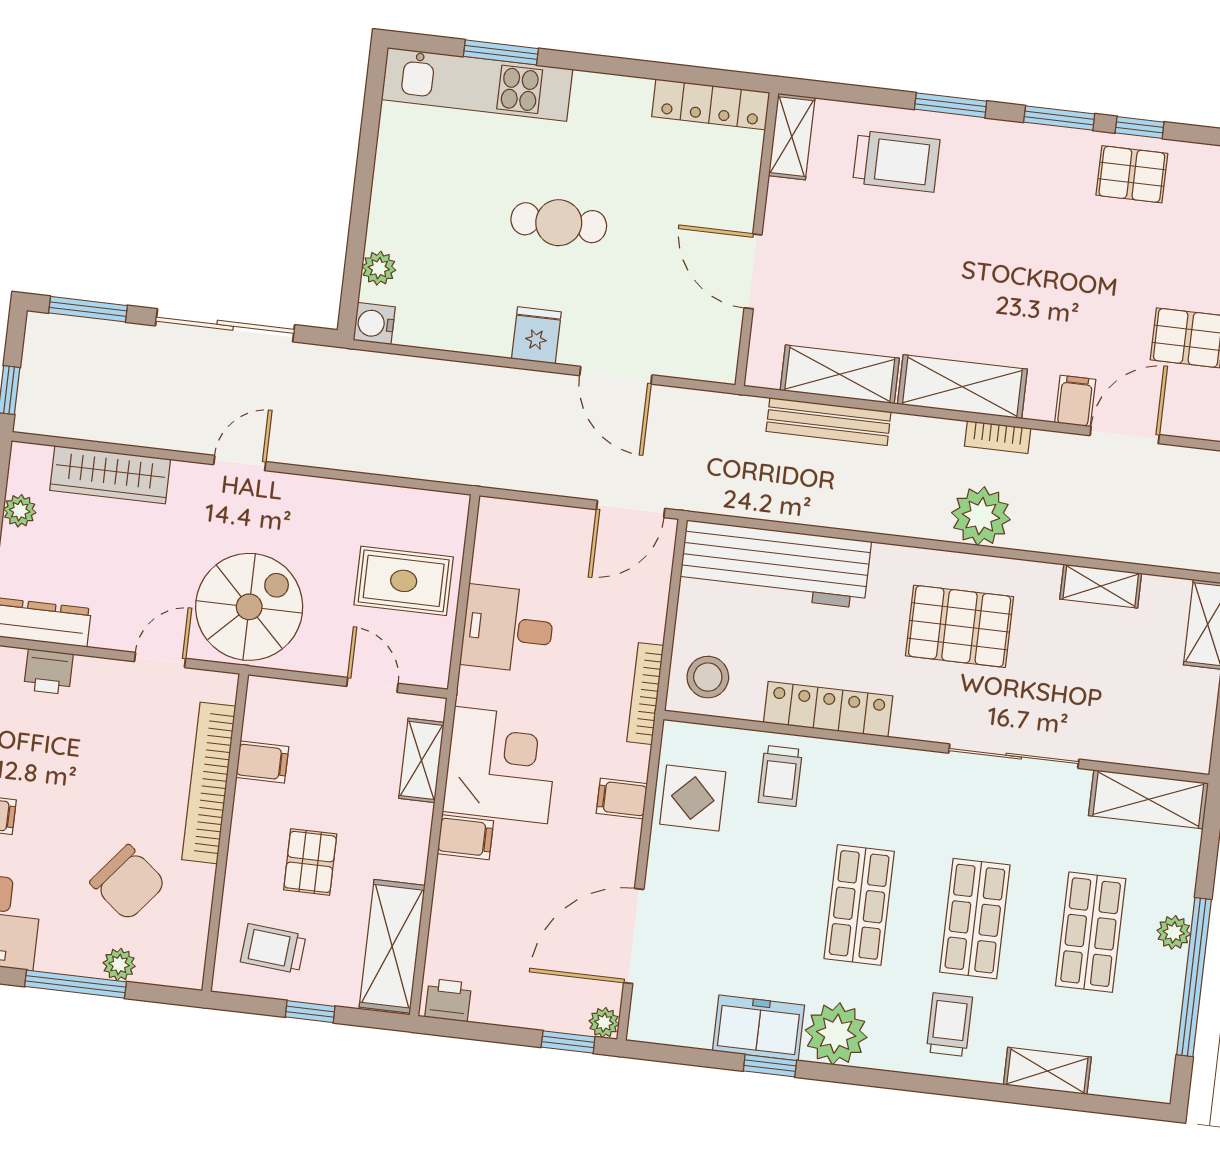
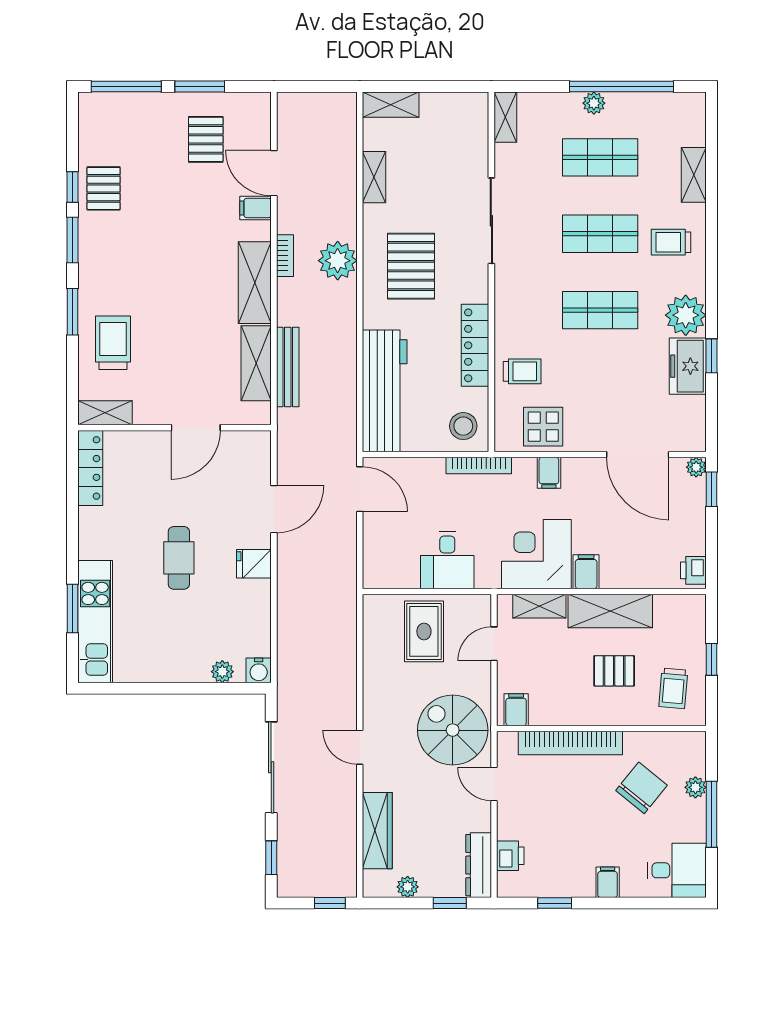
window: (88, 309) -> (271, 858), width x0.67
filing cabinet: (262, 762) -> (516, 710), moved
shelving: (1148, 799) -> (505, 117), width x0.67, depth x0.75
shelving: (392, 946) -> (610, 611), moved

